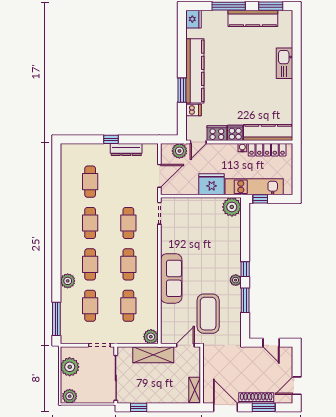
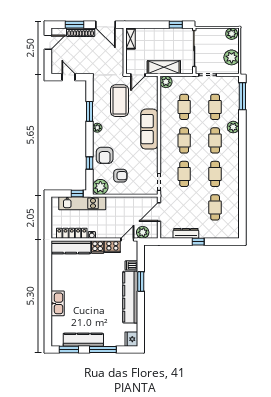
fridge: (212, 184) -> (117, 205), removed
armchair: (207, 221) -> (120, 176), added
armchair: (226, 246) -> (105, 155), added
window: (245, 269) -> (89, 163), moved

